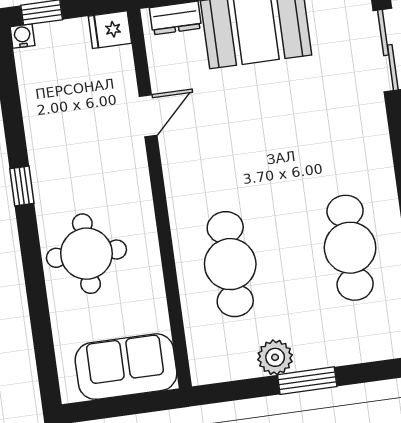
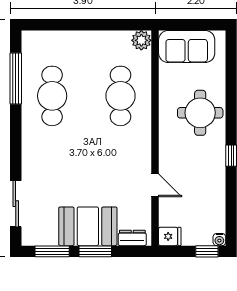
door: (148, 116) -> (155, 185), swing flipped
plant: (275, 357) -> (141, 40), moved
window: (307, 381) -> (86, 25), removed

